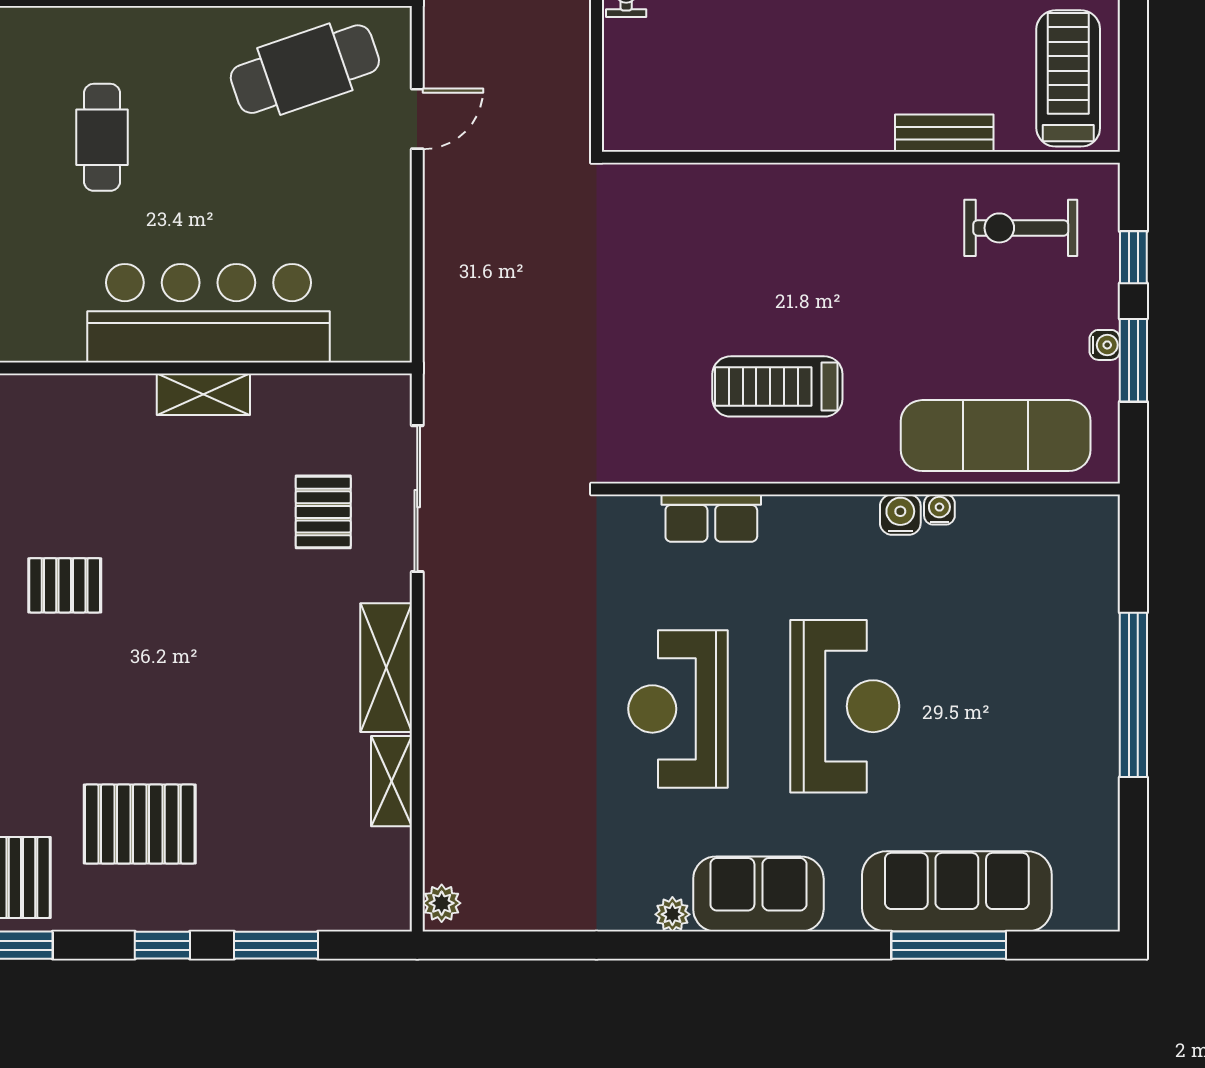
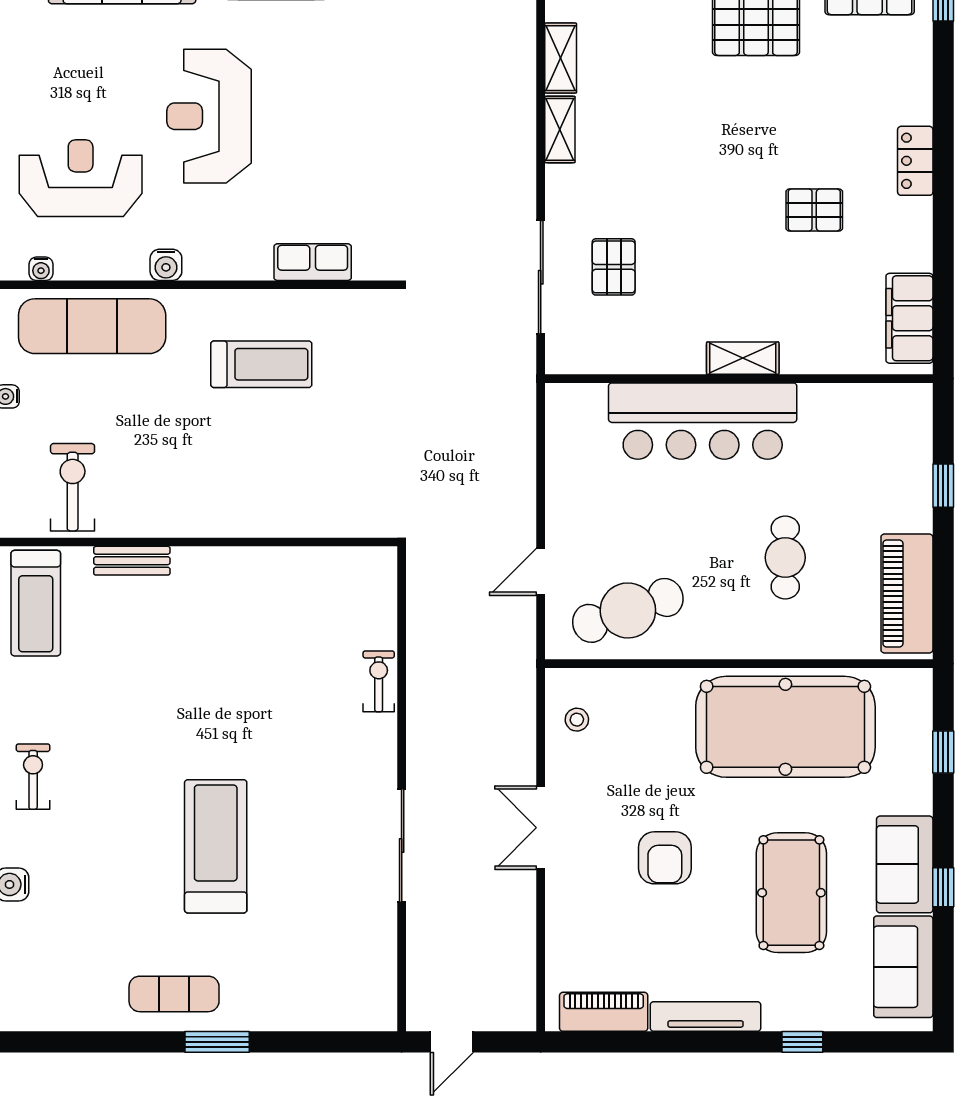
exercise bike: (1021, 228) -> (73, 487), turned -90
shelving: (203, 394) -> (743, 358), moved
water cooler: (939, 510) -> (41, 269), moved
shelving: (386, 668) -> (560, 129), width x0.67, depth x0.75
reception desk: (678, 709) -> (81, 178), moved, turned -90

